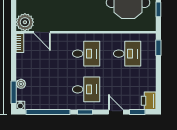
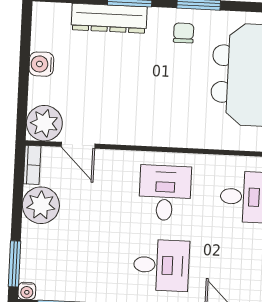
desk: (86, 54) -> (165, 193), turned -90
plant: (21, 84) -> (41, 205), moved, width x1.88, depth x1.88

